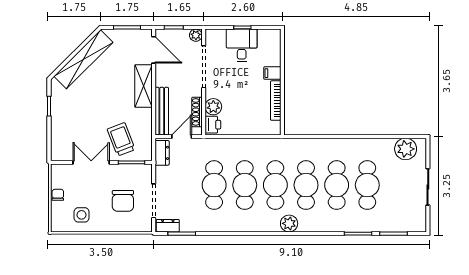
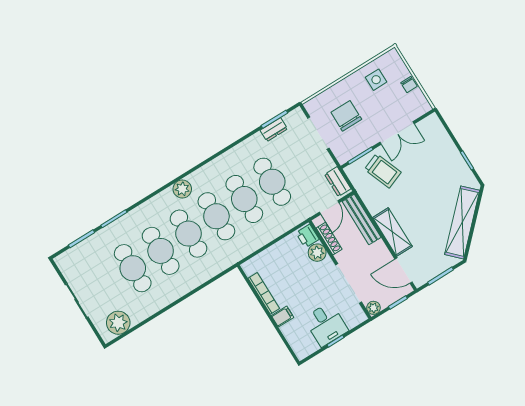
dresser: (168, 226) -> (274, 130), moved

